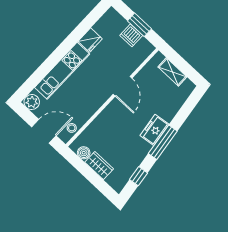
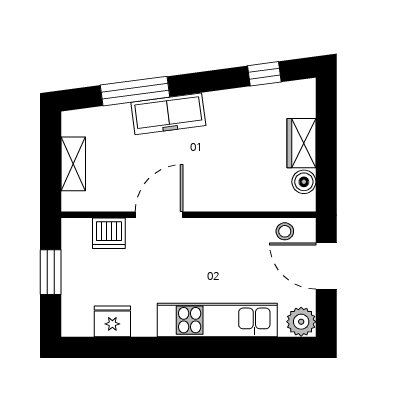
dishwasher: (131, 35) -> (109, 233), moved, turned 90
fridge: (90, 40) -> (112, 321), moved
freezer: (154, 130) -> (168, 114), width x1.40
window: (163, 142) -> (135, 91), moved

